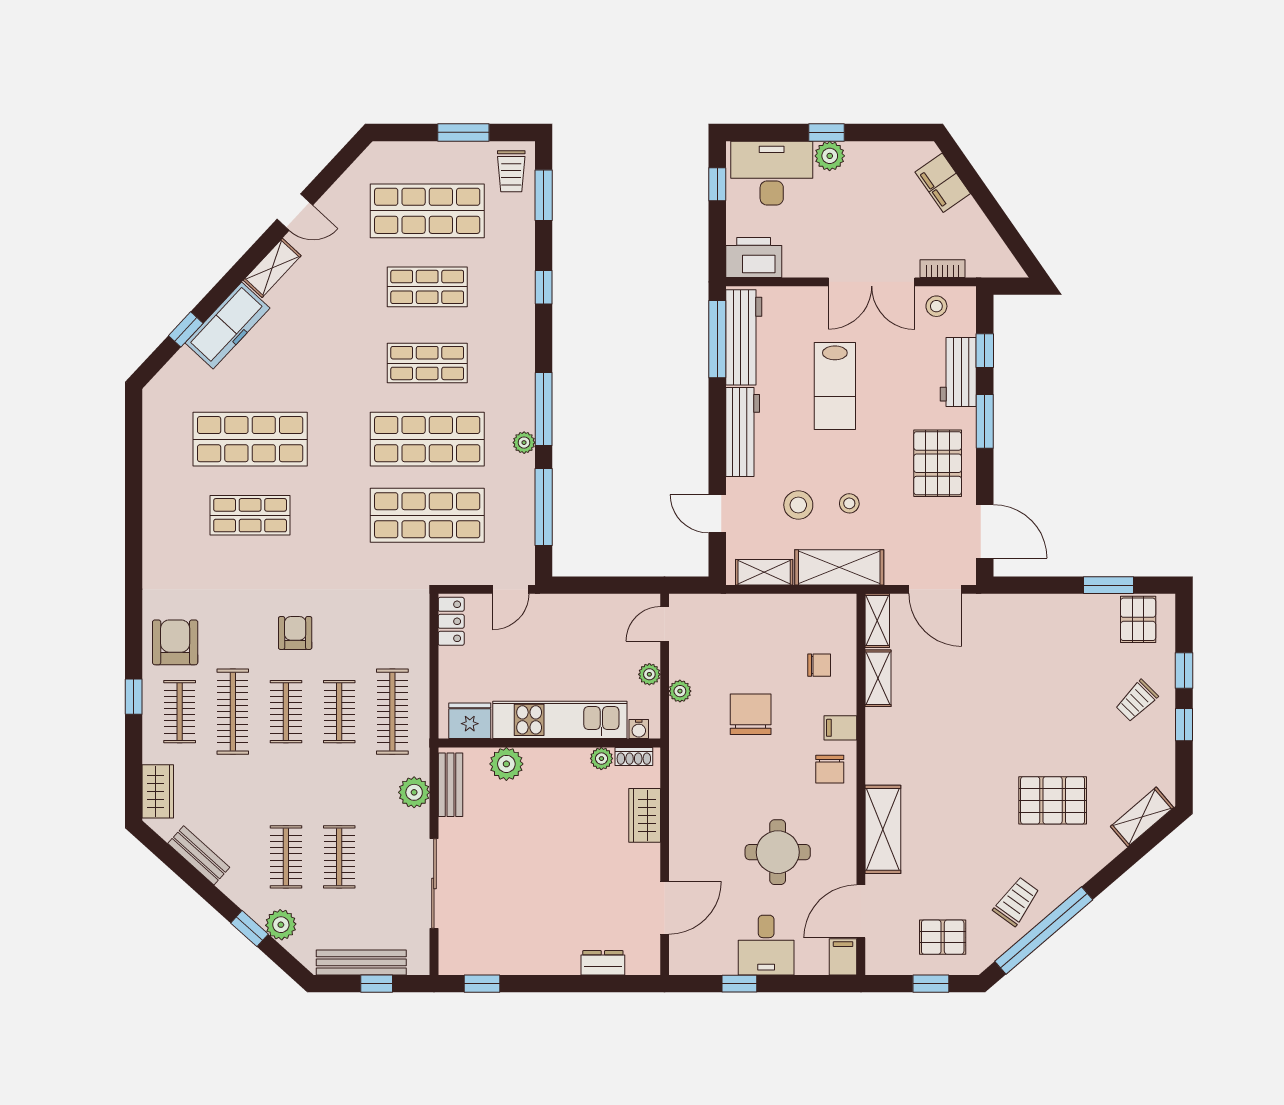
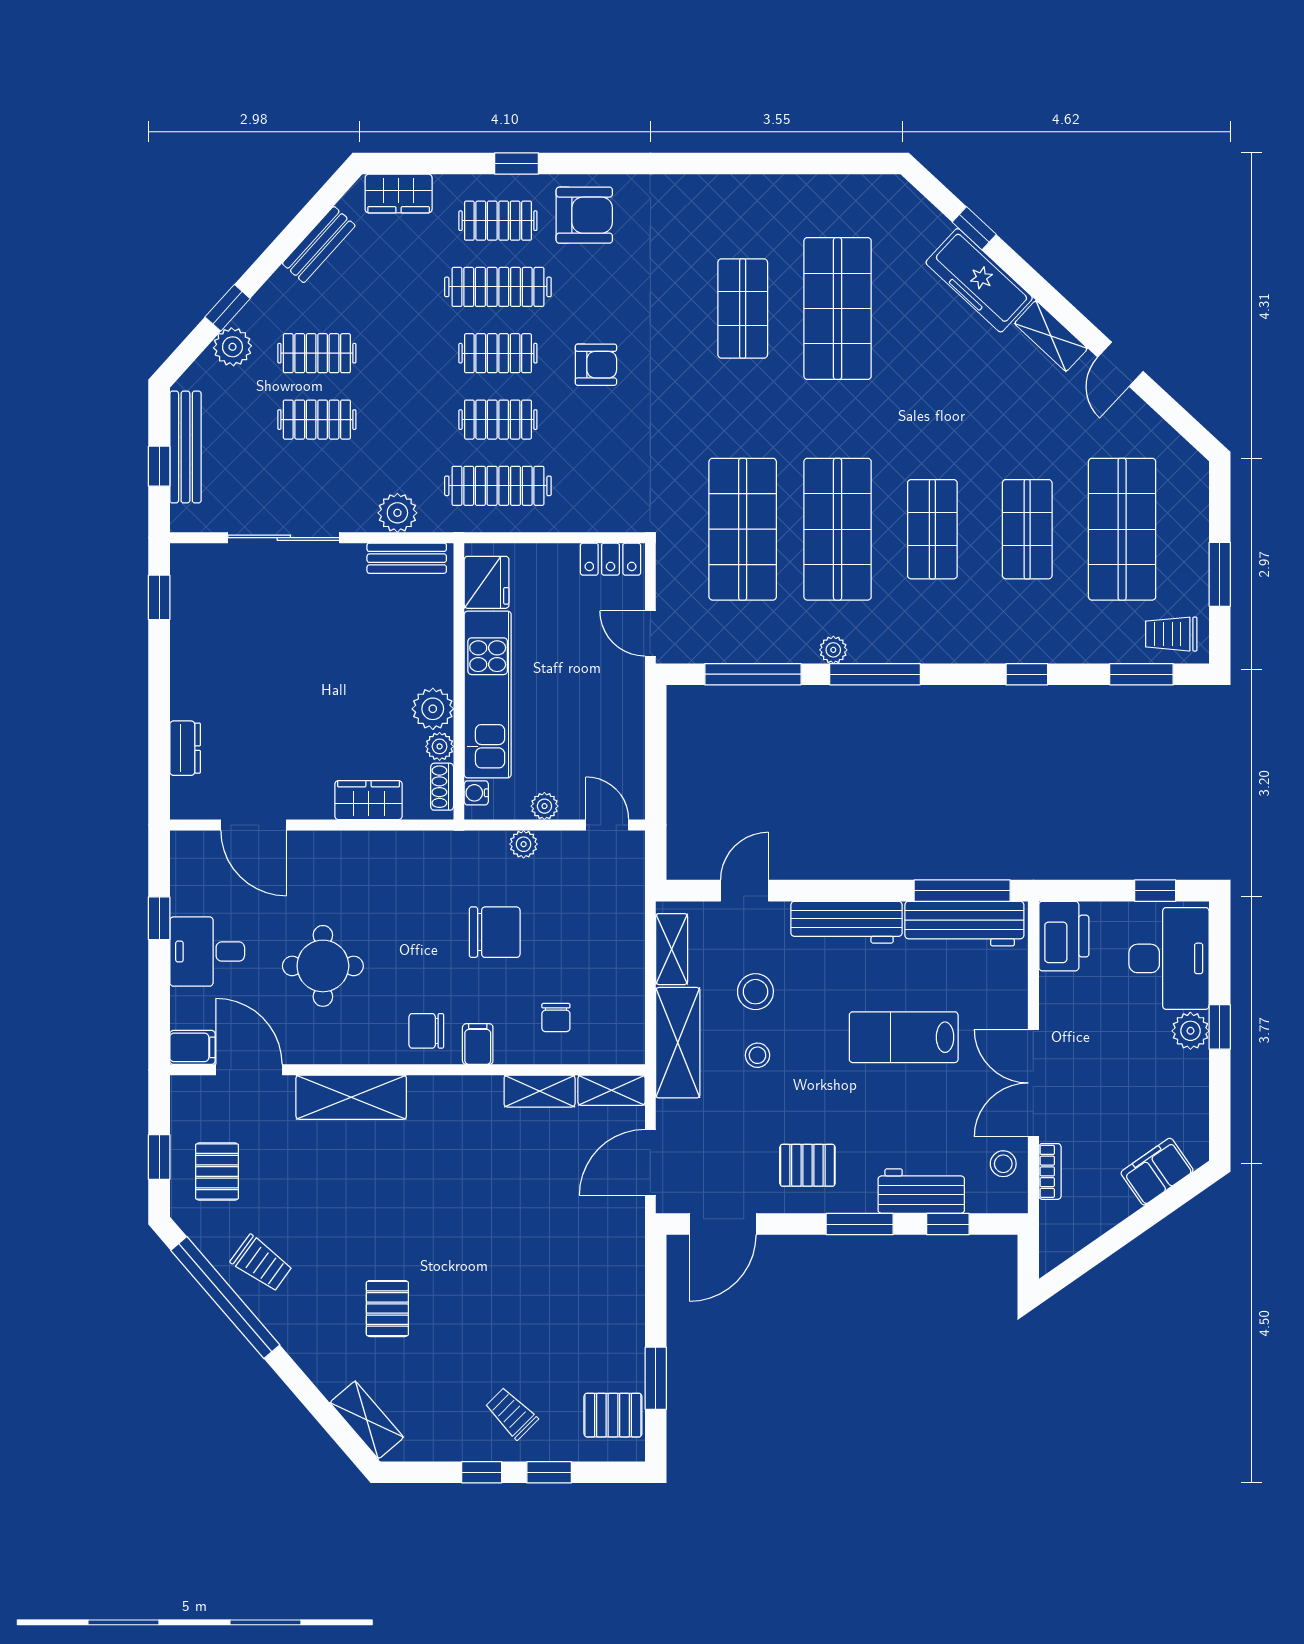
pallet: (938, 463) -> (807, 1165), width x0.67, depth x0.71
plant: (506, 764) -> (433, 709), moved
pallet: (1053, 800) -> (387, 1309), width x0.67, depth x0.71

